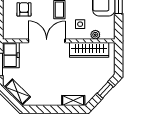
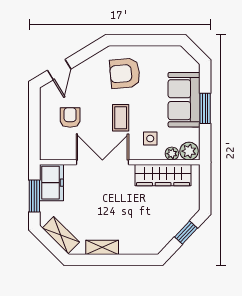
plant: (107, 33) -> (189, 151), added
shelving: (73, 100) -> (102, 247), moved

